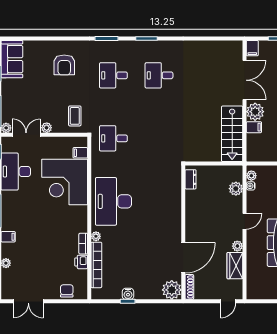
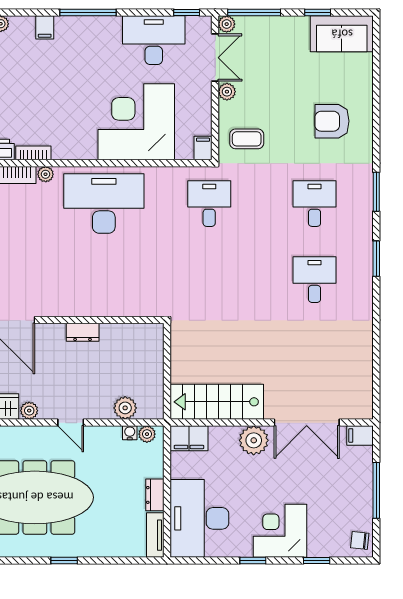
filing cabinet: (254, 127) -> (189, 438), moved, width x2.00
filing cabinet: (80, 153) -> (203, 148), moved
dresser: (191, 179) -> (83, 332), moved

